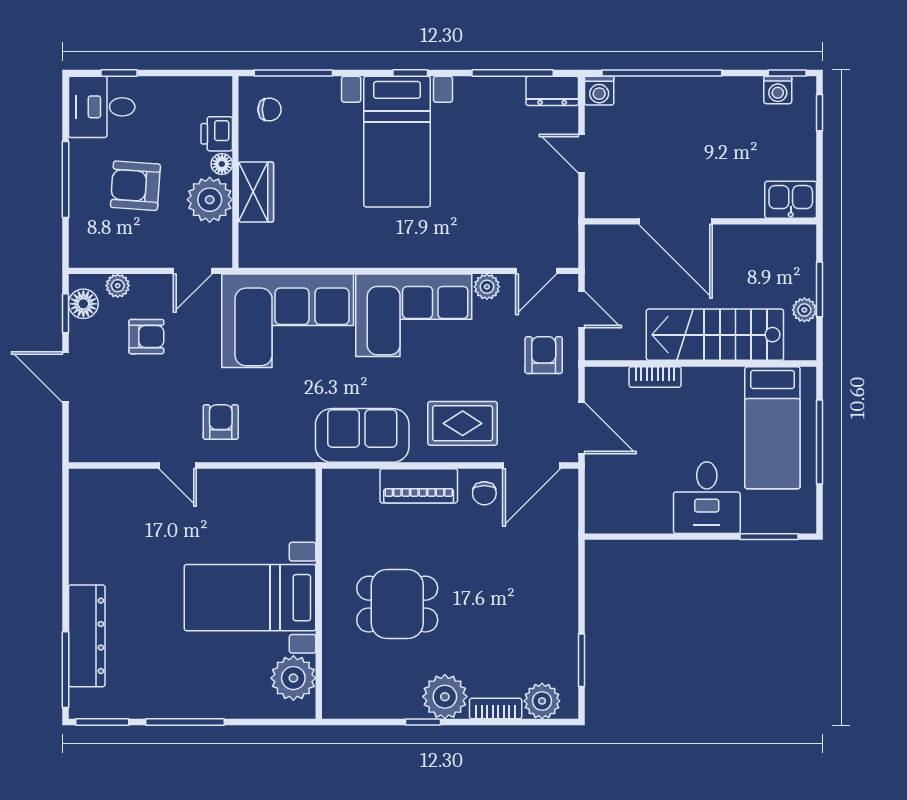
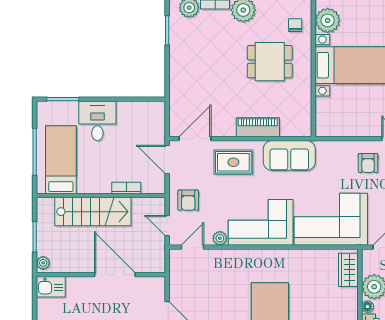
wardrobe: (256, 192) -> (348, 270), moved
plant: (804, 310) -> (43, 263), moved
chair: (484, 493) -> (295, 25), moved

